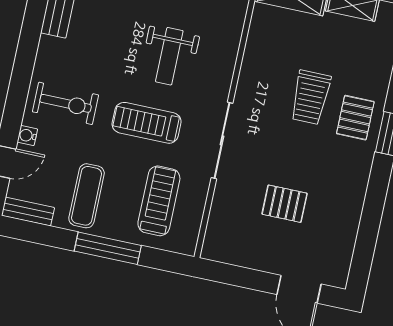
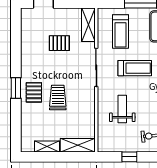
weight bench: (169, 56) -> (122, 109), moved
shelving: (220, 228) -> (88, 25), added

